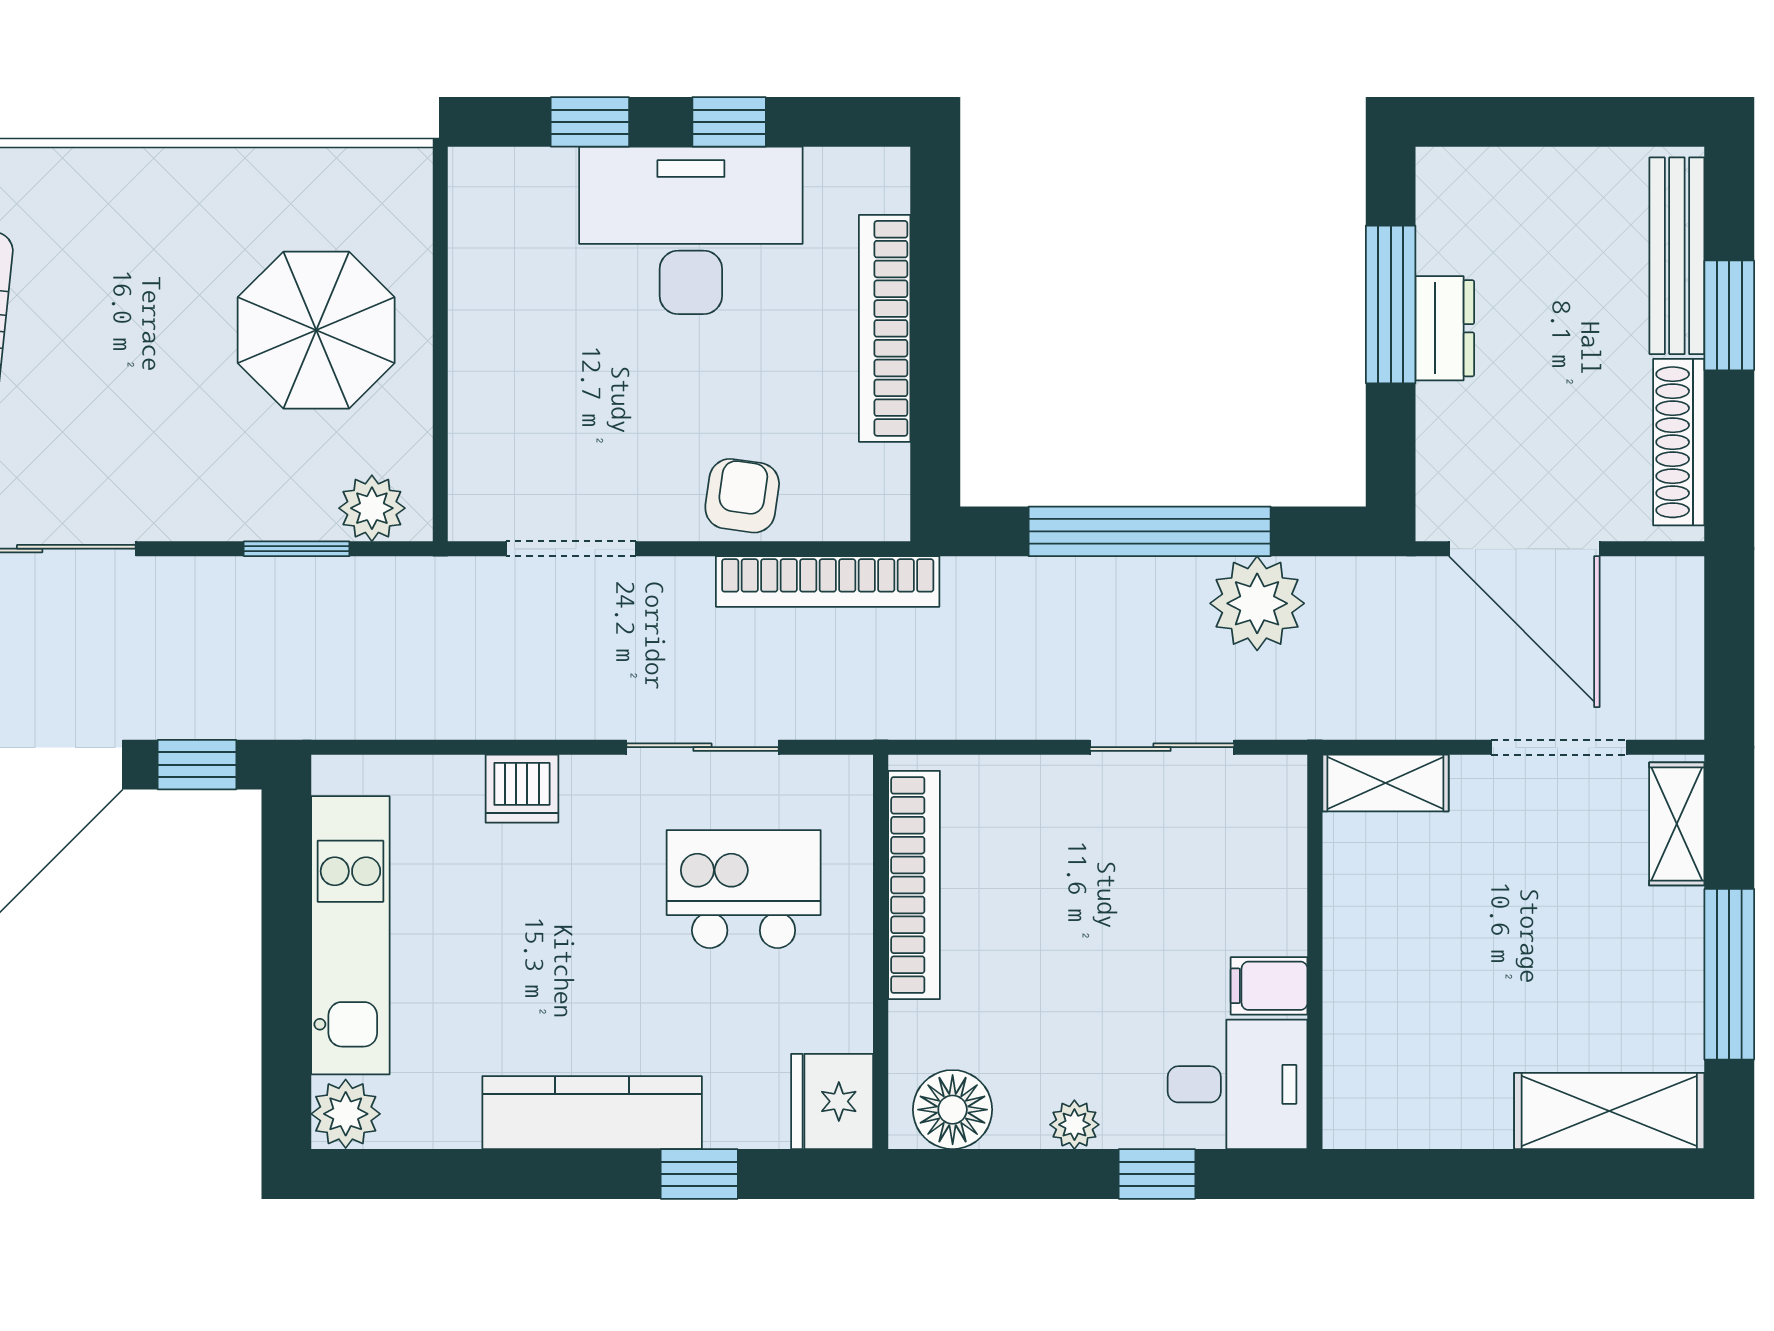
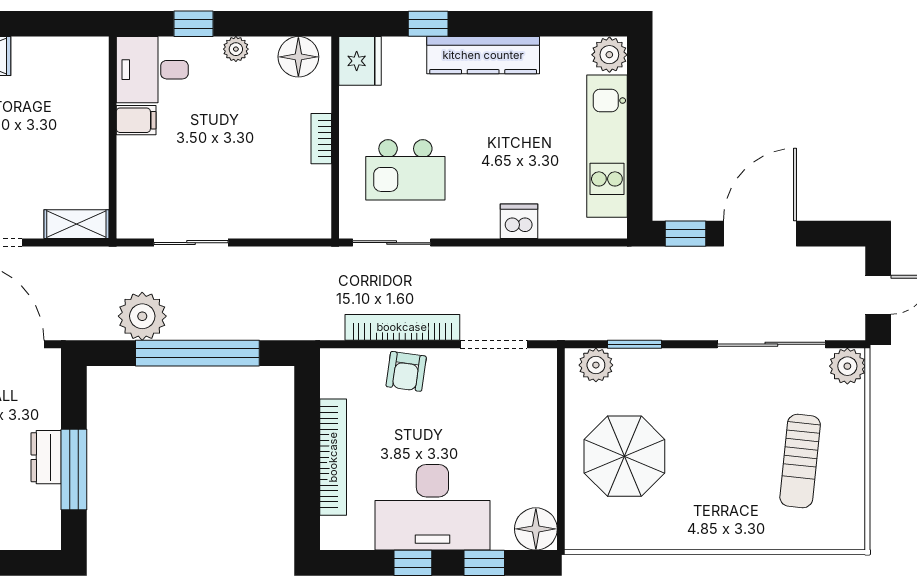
floor lamp: (489, 188) -> (536, 529), added
bookcase: (828, 582) -> (402, 327), moved
sliding door: (702, 747) -> (392, 243), moved
bookcase: (914, 885) -> (321, 139), width x0.43, depth x0.76

